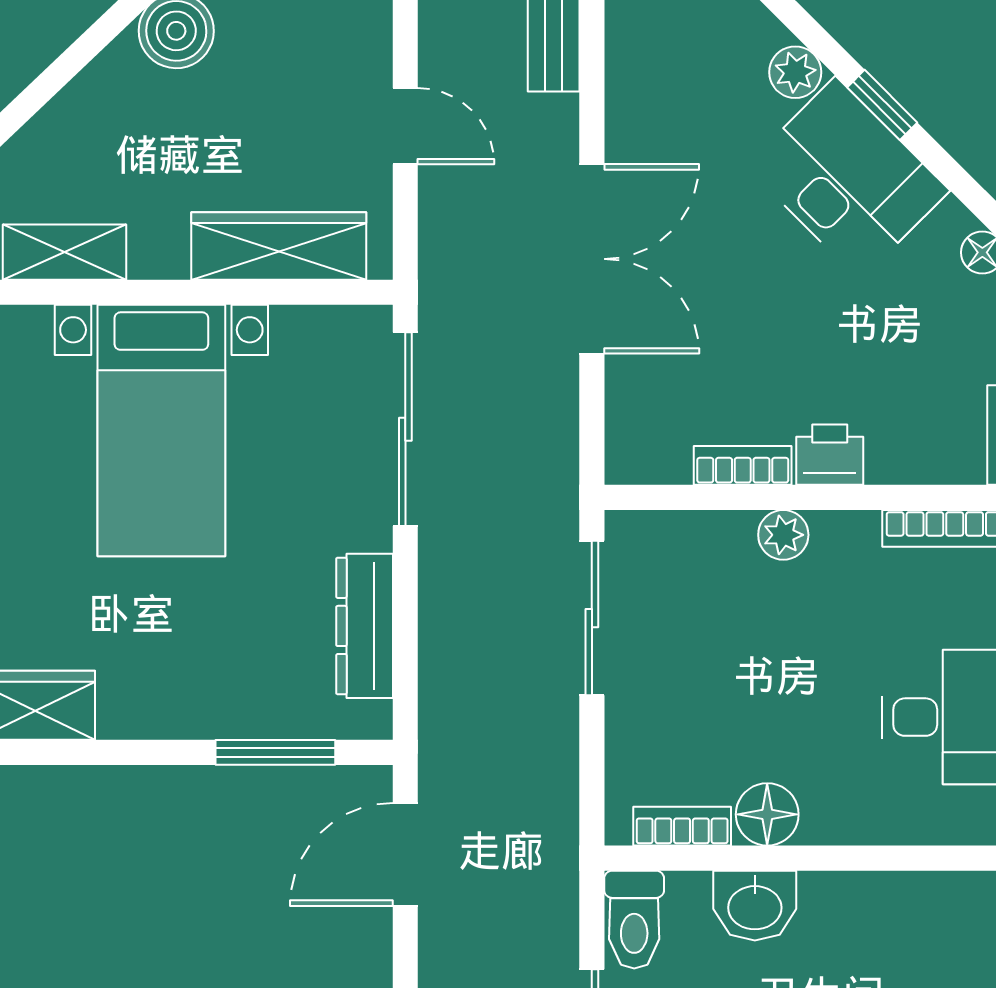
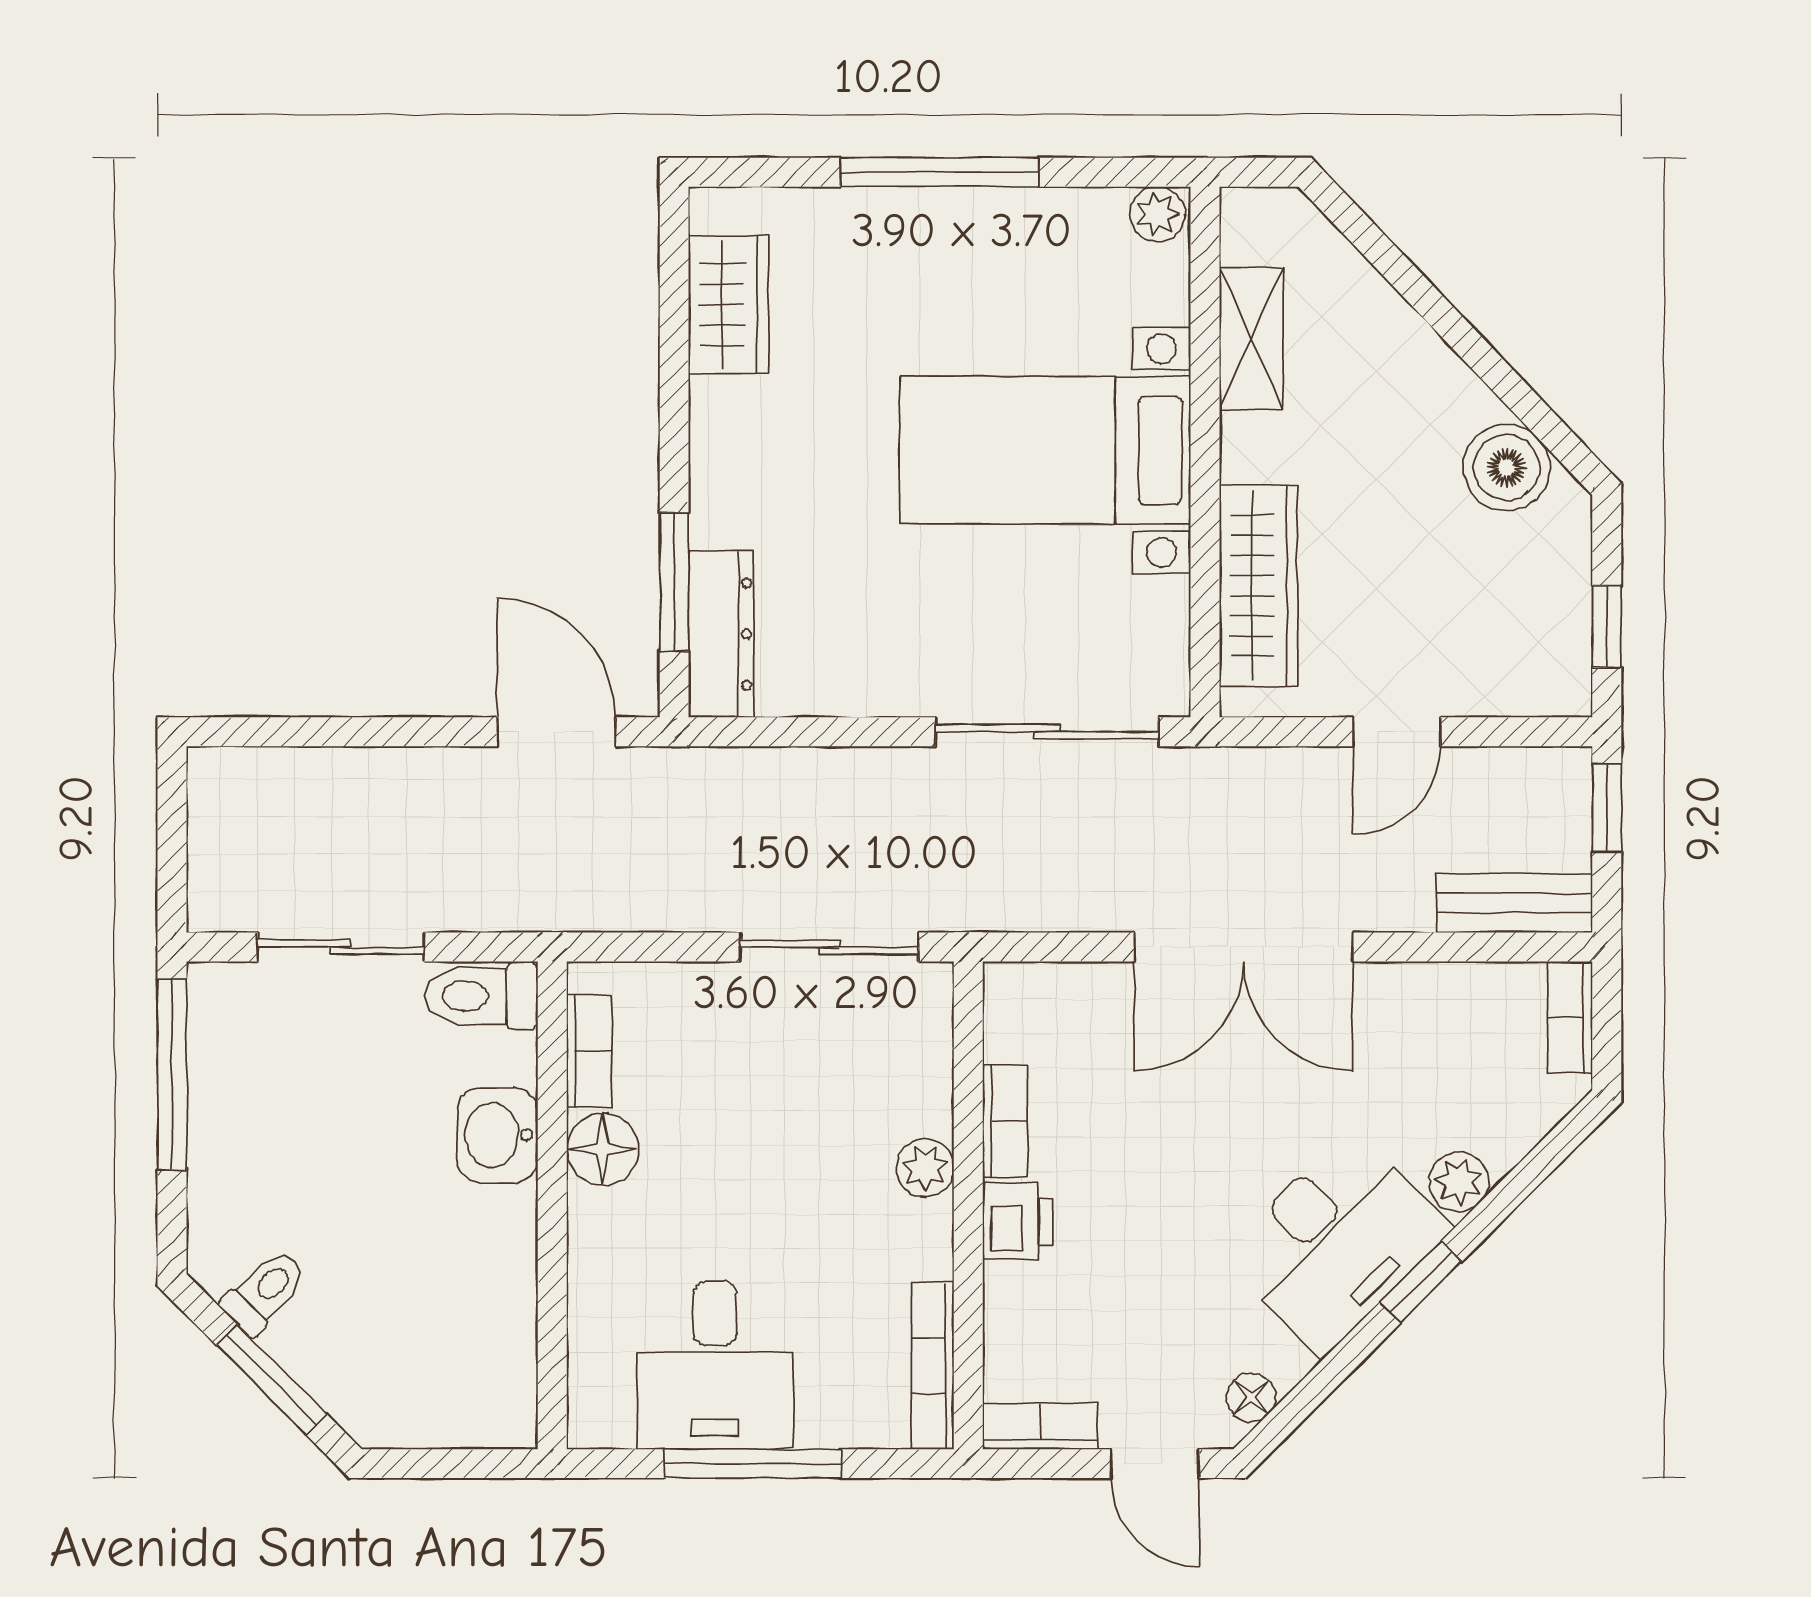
dresser: (365, 626) -> (721, 634), moved, turned 90

